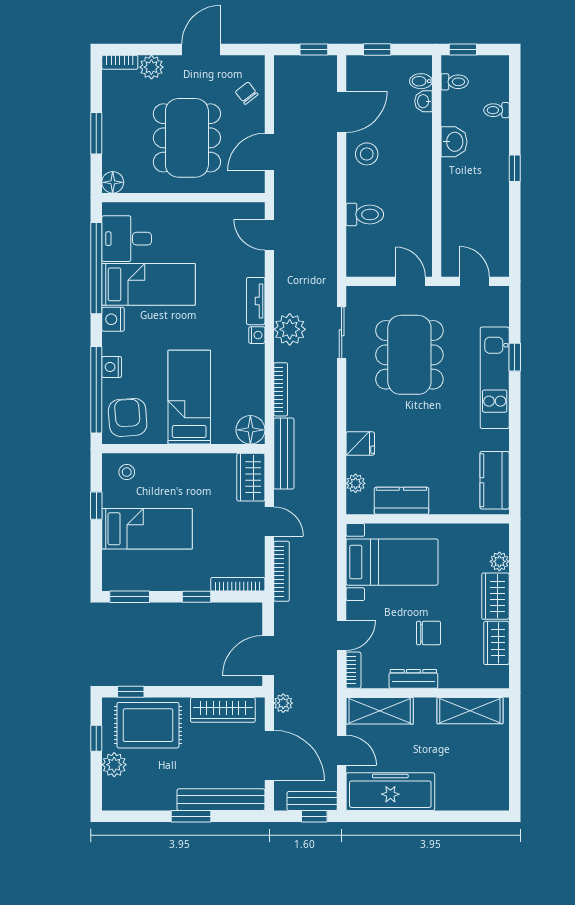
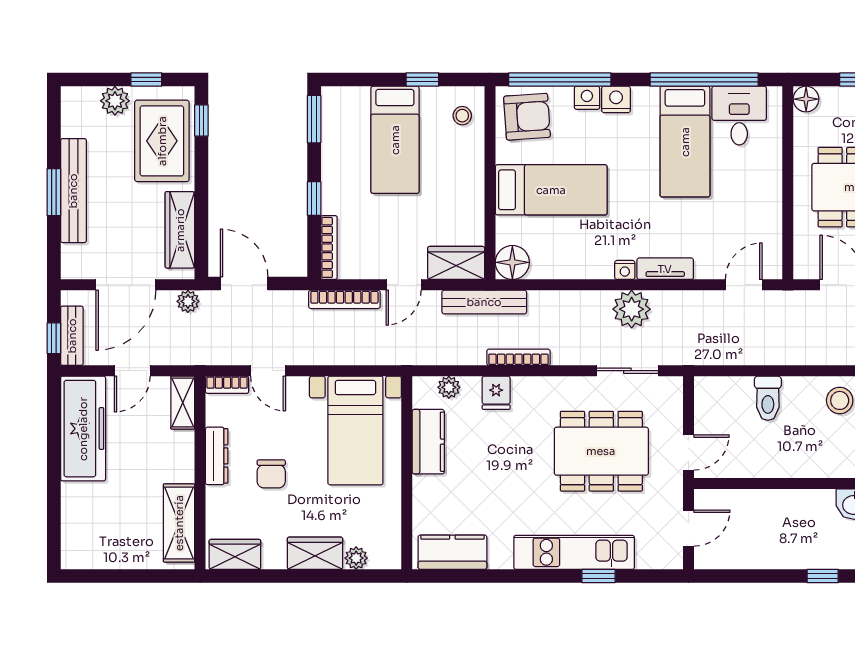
nightstand: (113, 319) -> (616, 99), moved
bookcase: (281, 389) -> (518, 357), moved, turned 180
wardrobe: (496, 643) -> (235, 554), moved
shelving: (380, 711) -> (183, 403), width x0.67, depth x0.75
bench: (221, 800) -> (73, 191), moved

